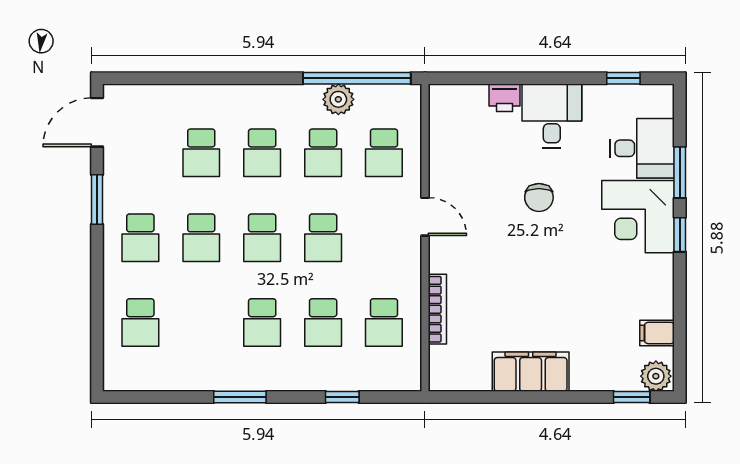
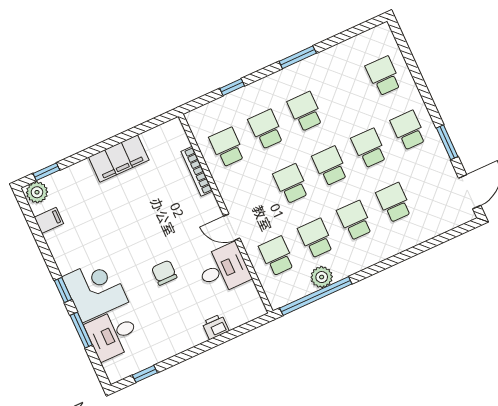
desk: (552, 116) -> (223, 269), moved, turned -90

